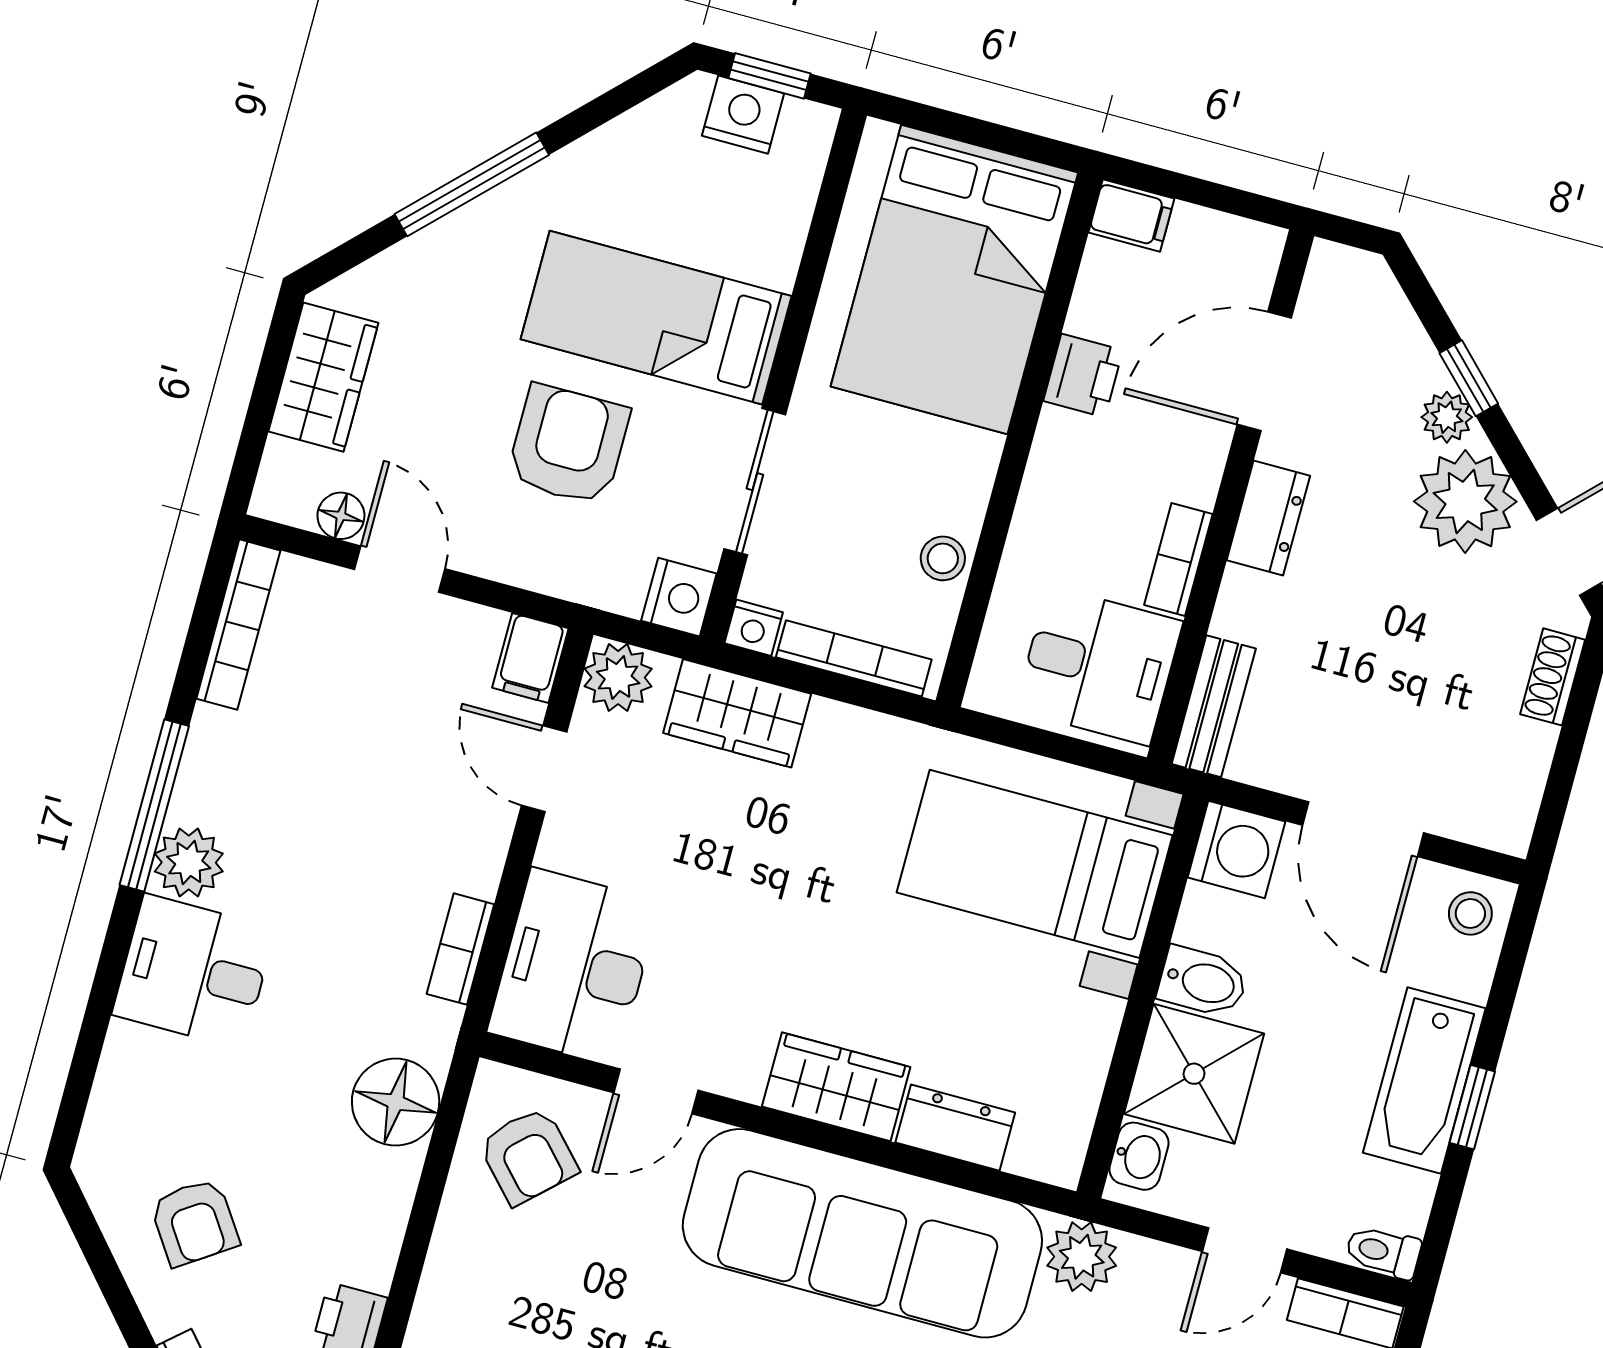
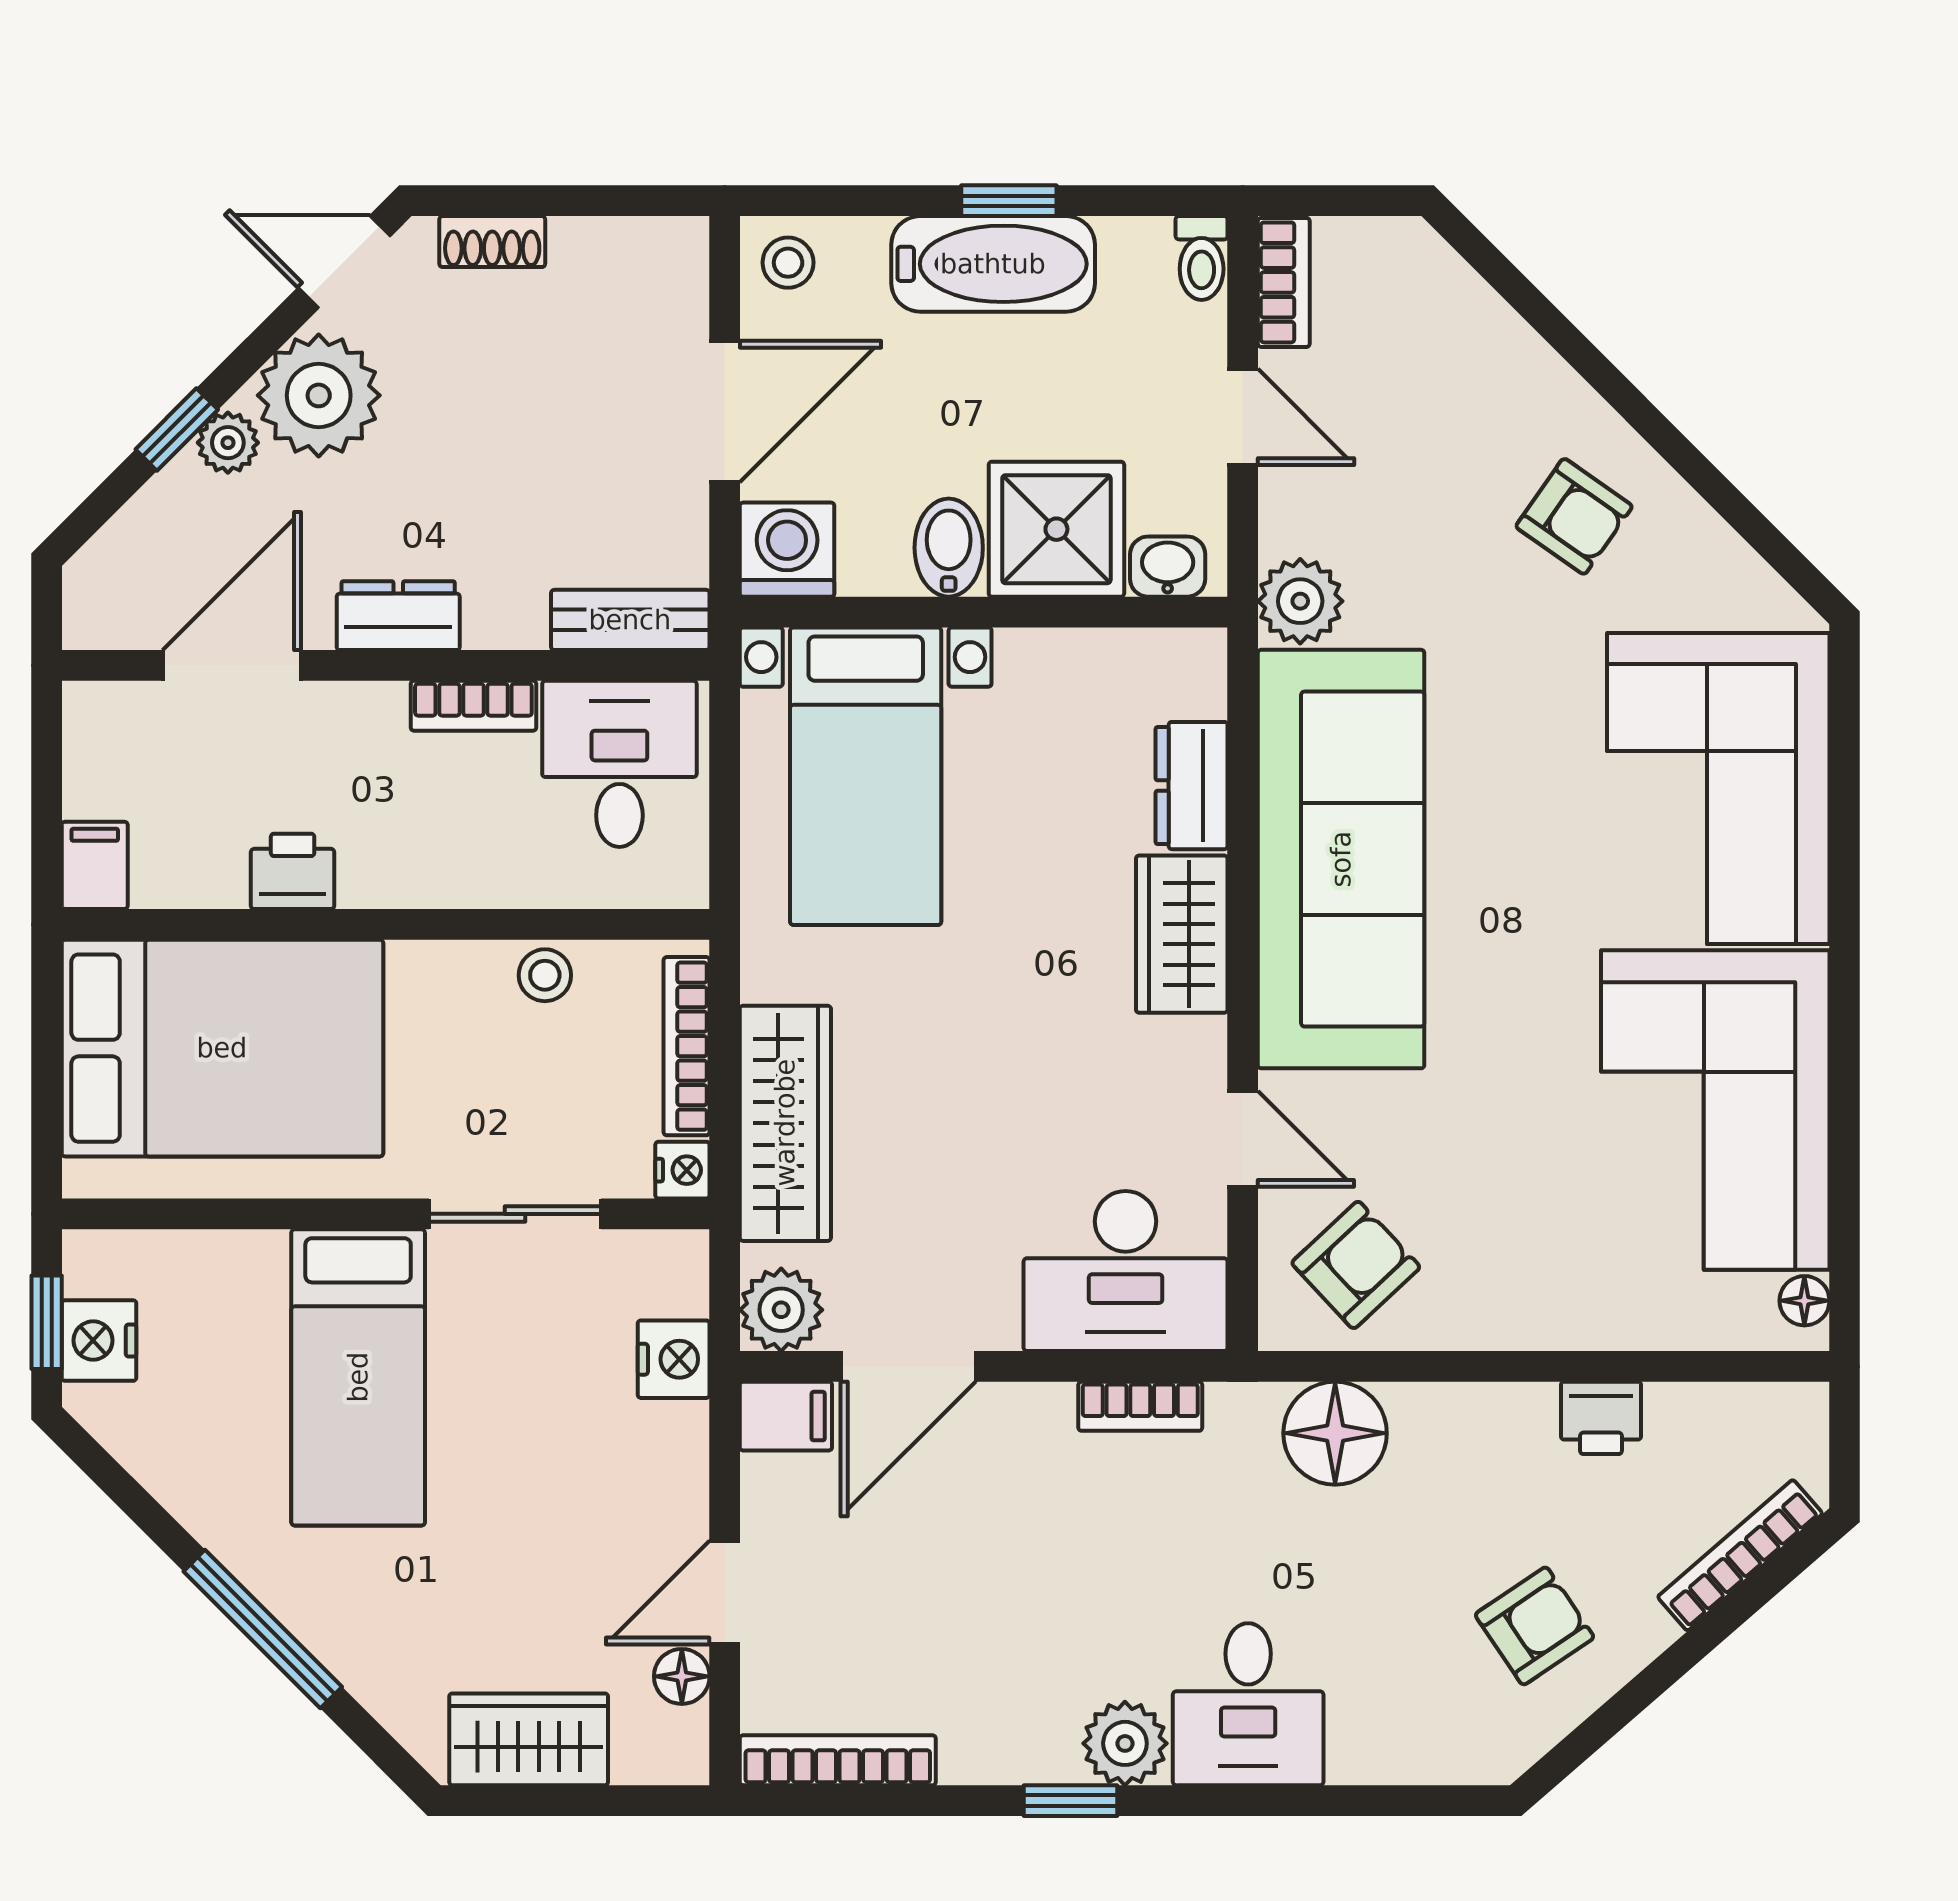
door: (1264, 371) -> (232, 665), swing flipped
armchair: (568, 445) -> (530, 1438), removed
nightstand: (679, 597) -> (674, 1359), moved, turned 90
wardrobe: (737, 713) -> (785, 1123), width x1.50
door: (544, 769) -> (908, 1366), width x1.38
window: (154, 805) -> (1070, 1801), width x0.46

